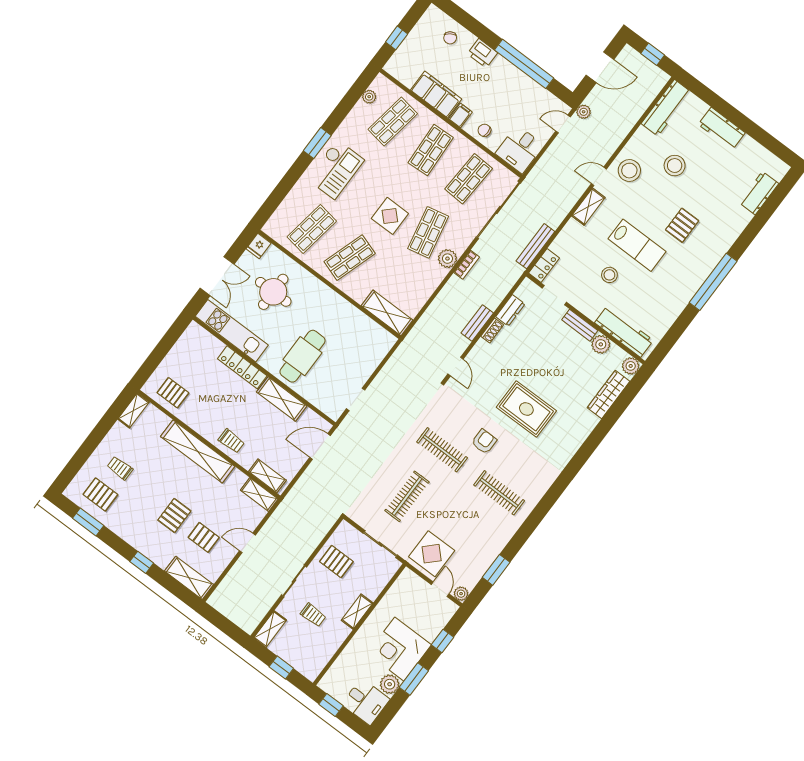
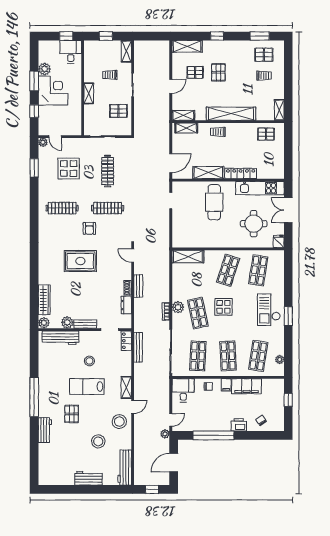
workbench: (759, 193) -> (45, 430), moved
display table: (432, 554) -> (69, 168), moved
desk: (366, 702) -> (71, 52), moved, turned 90

